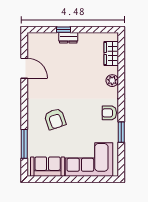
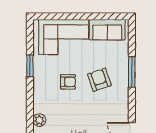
armchair: (109, 113) -> (68, 82), moved
window: (24, 144) -> (132, 72), moved

